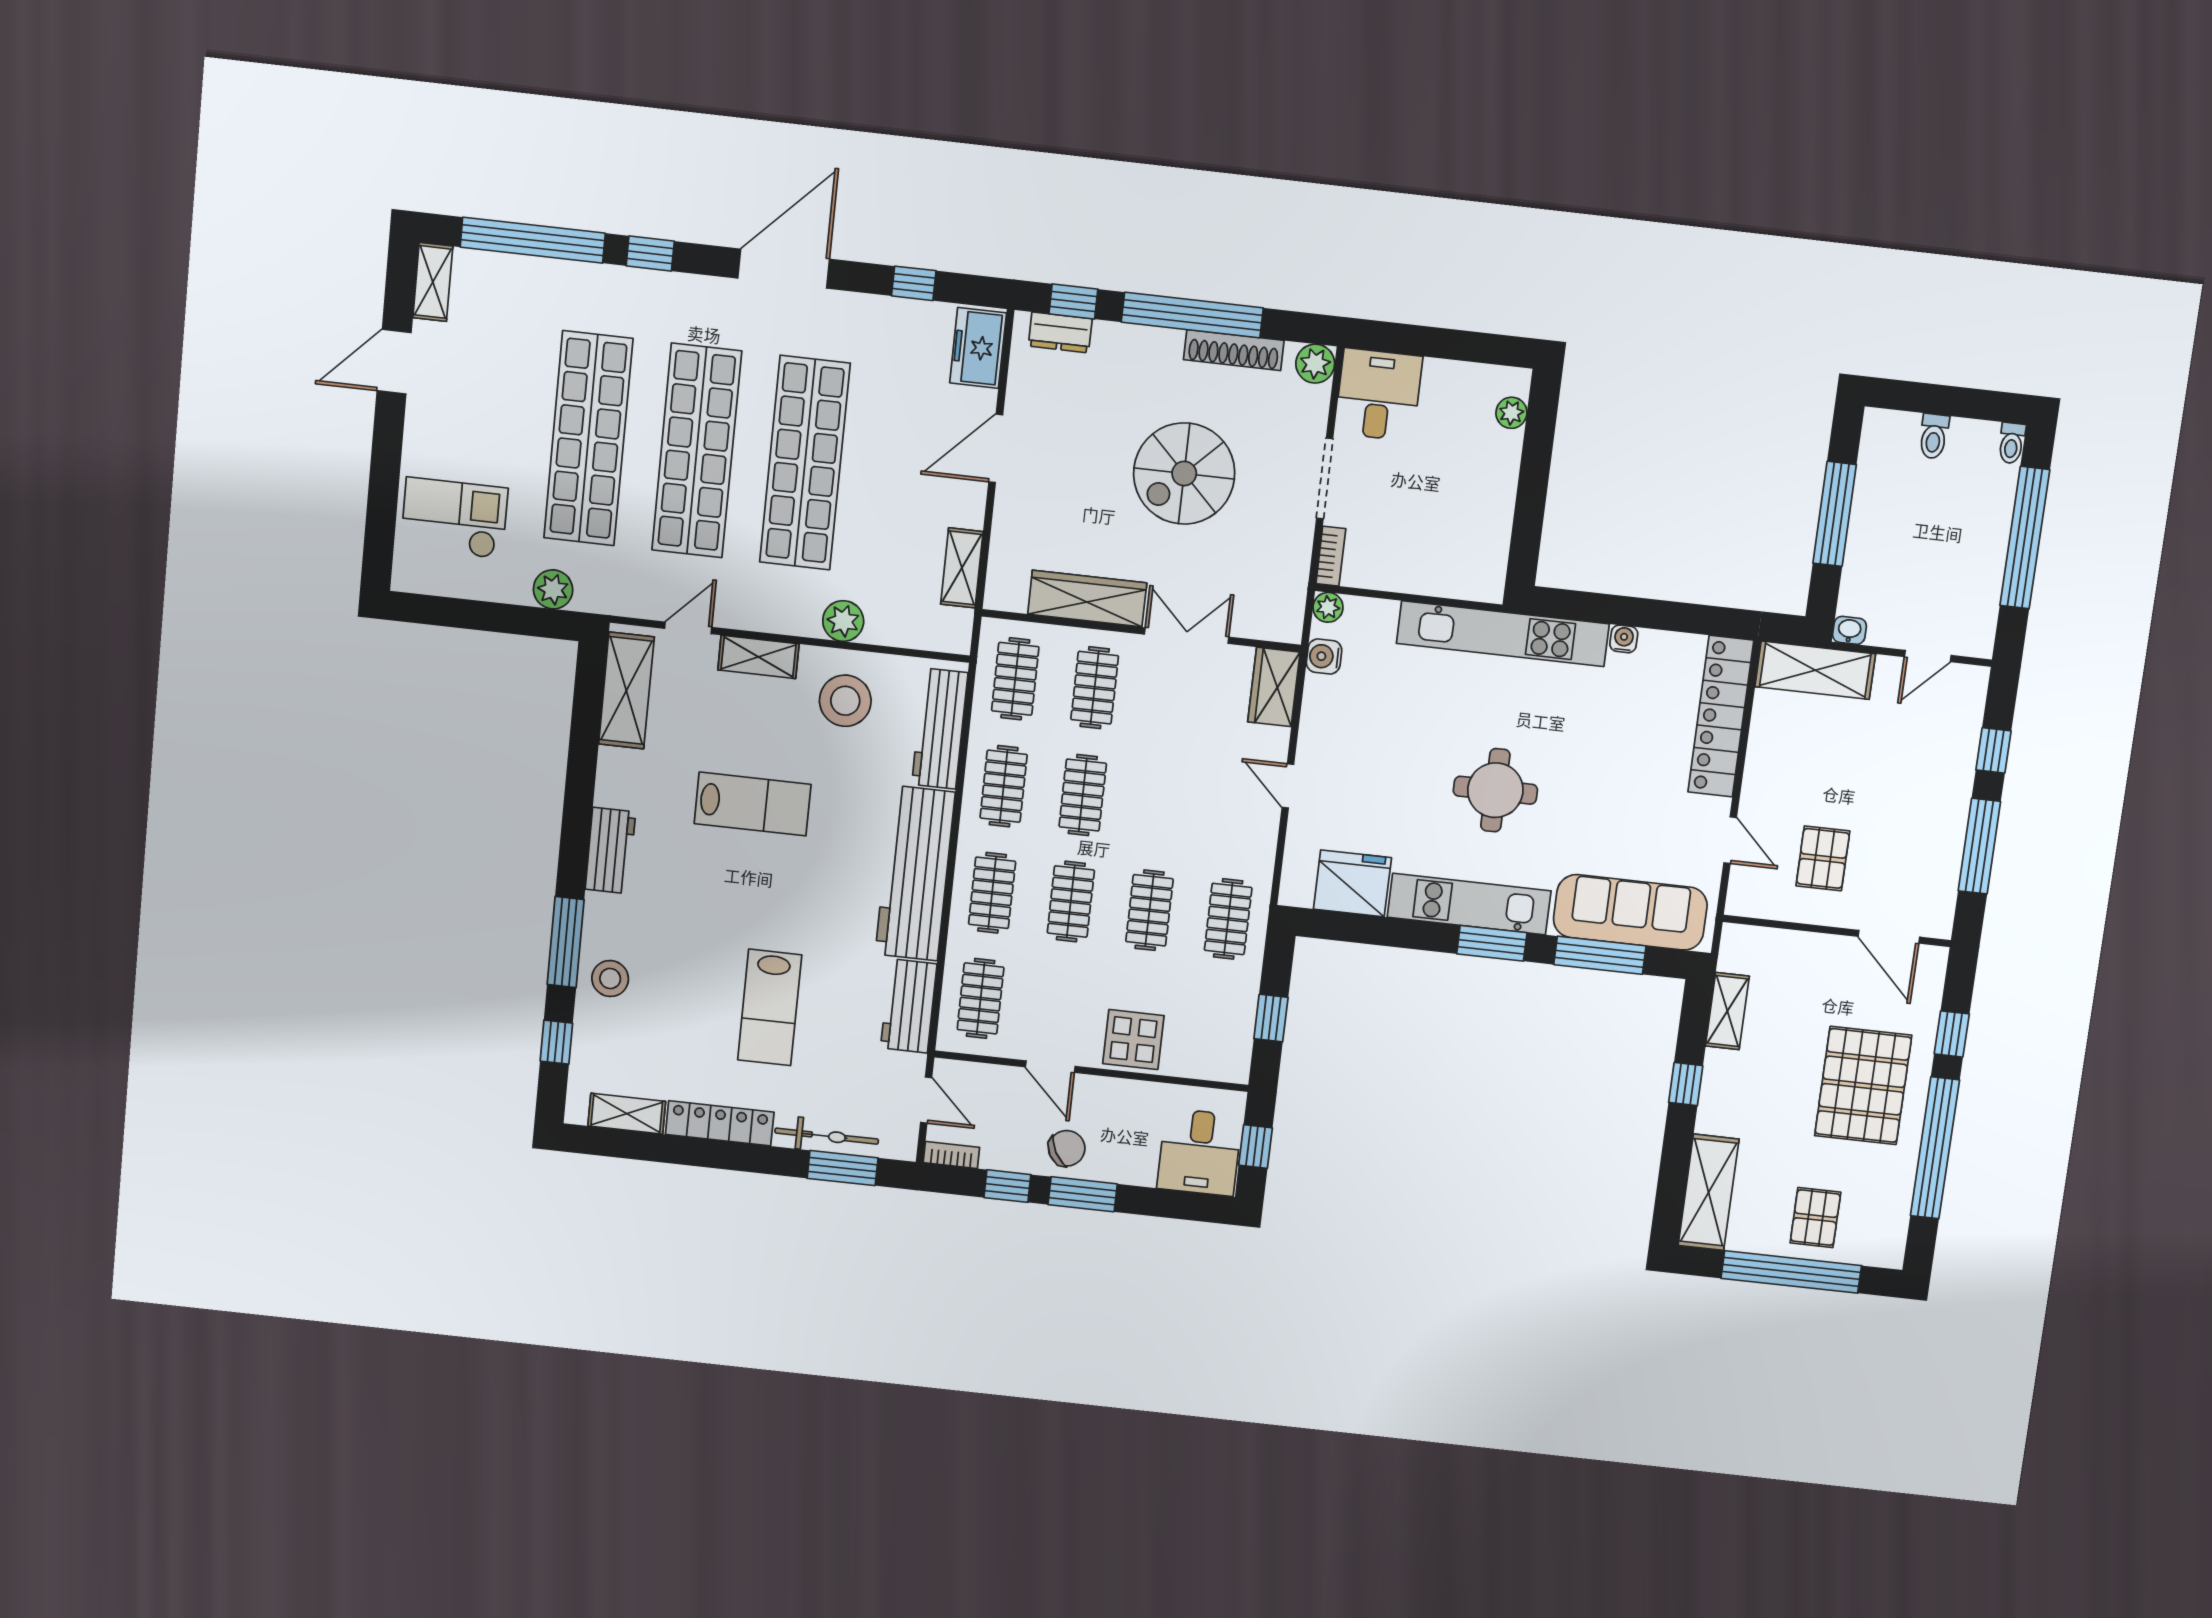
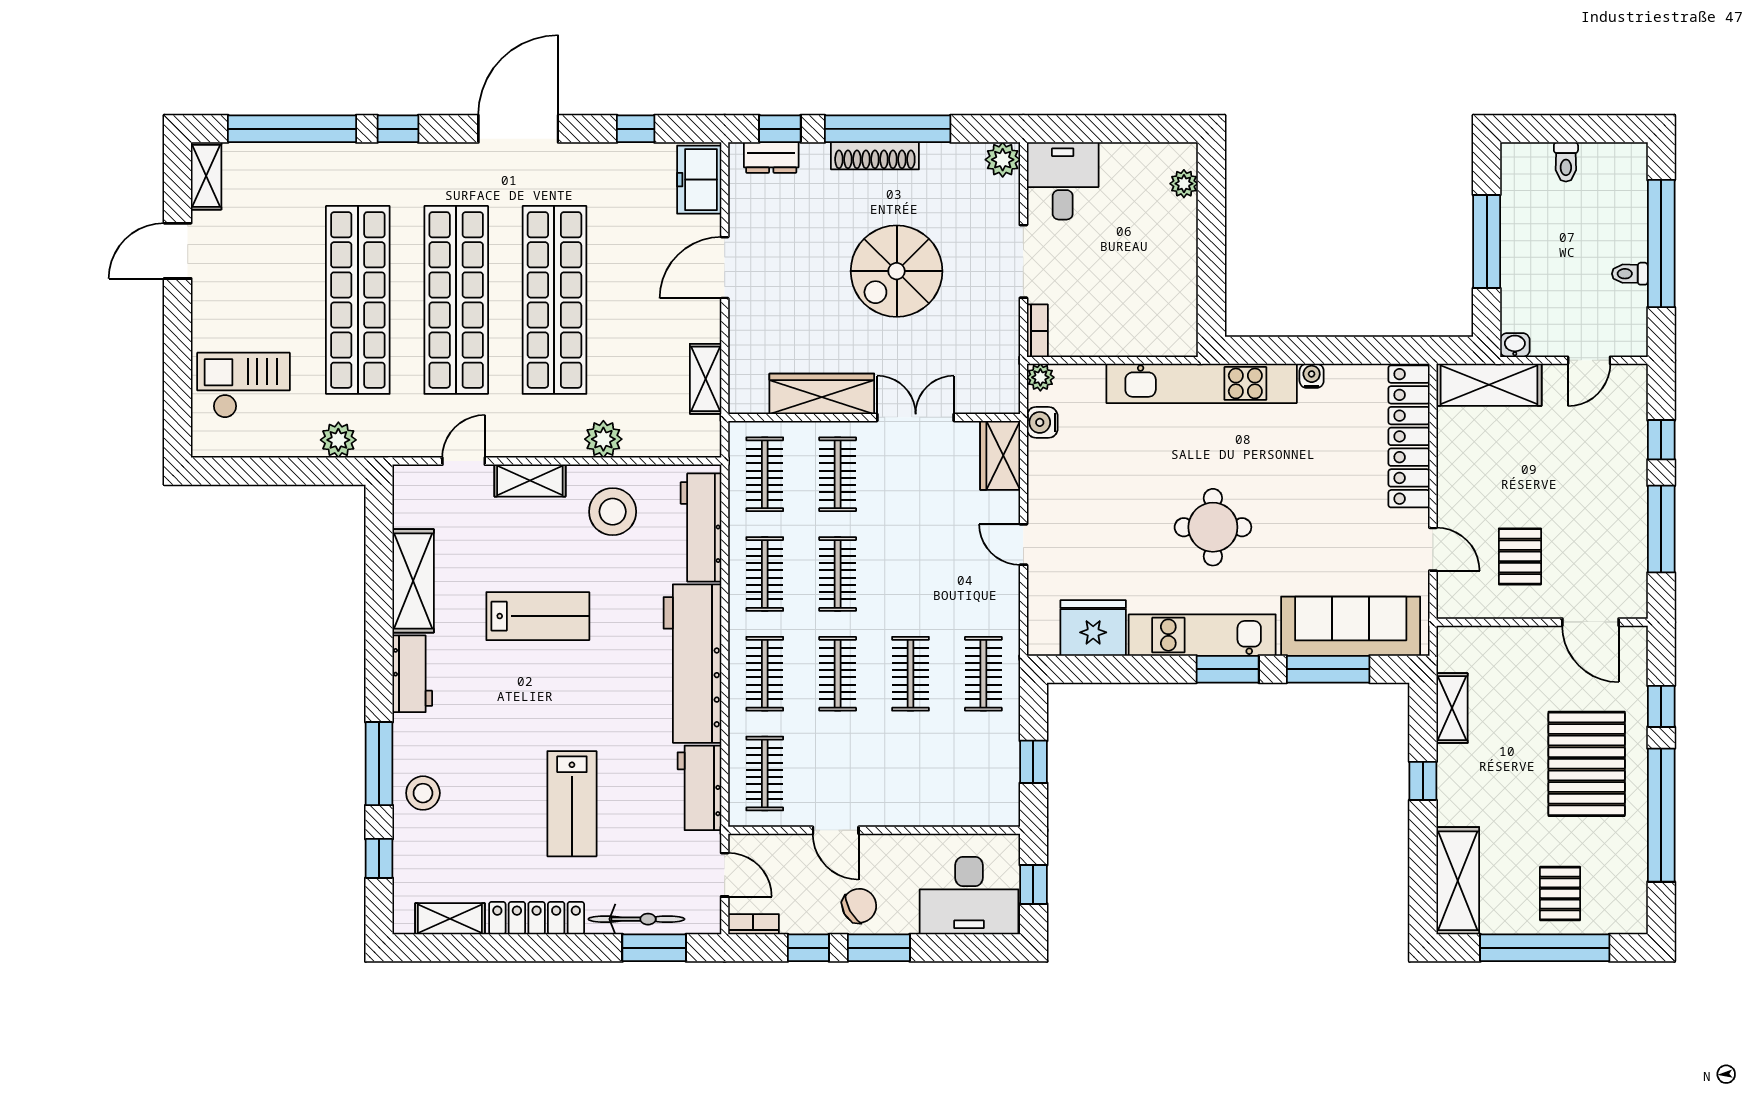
shoe rack: (1234, 350) -> (875, 156), moved
toilet: (2012, 443) -> (1630, 274), moved, turned 90
shelving: (626, 690) -> (413, 581), moved
display table: (1133, 1040) -> (909, 796), removed
desk: (1200, 1152) -> (969, 896), width x1.37

